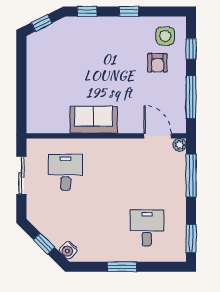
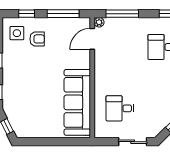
sofa: (94, 120) -> (77, 102), width x1.85, depth x1.27
sliding door: (21, 175) -> (133, 142), moved

